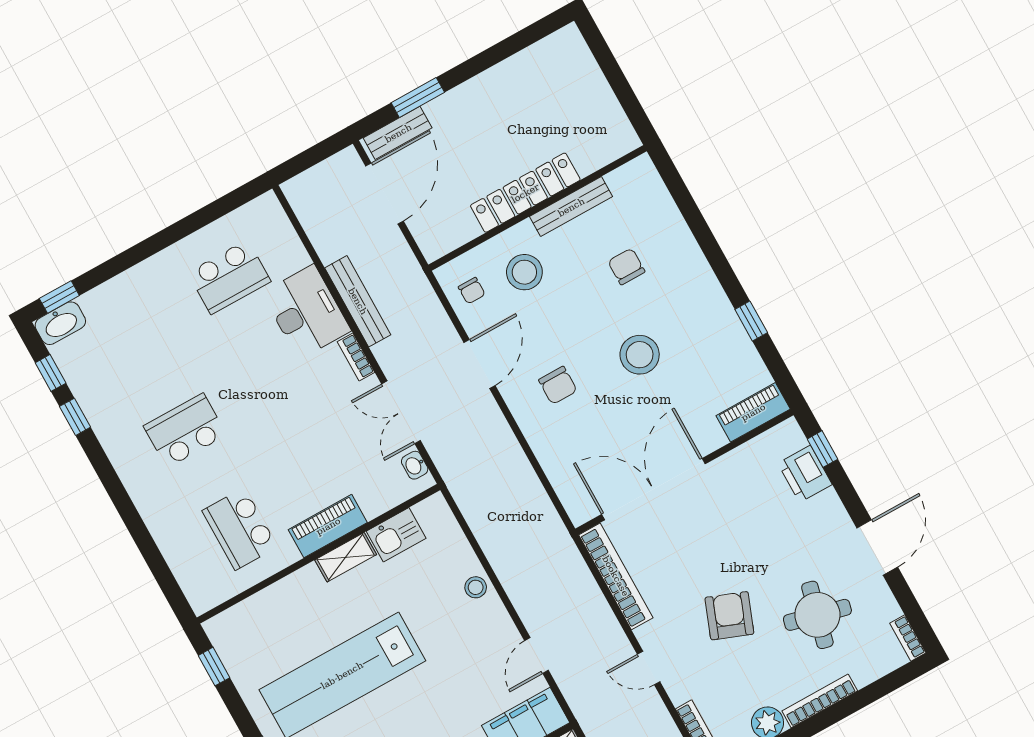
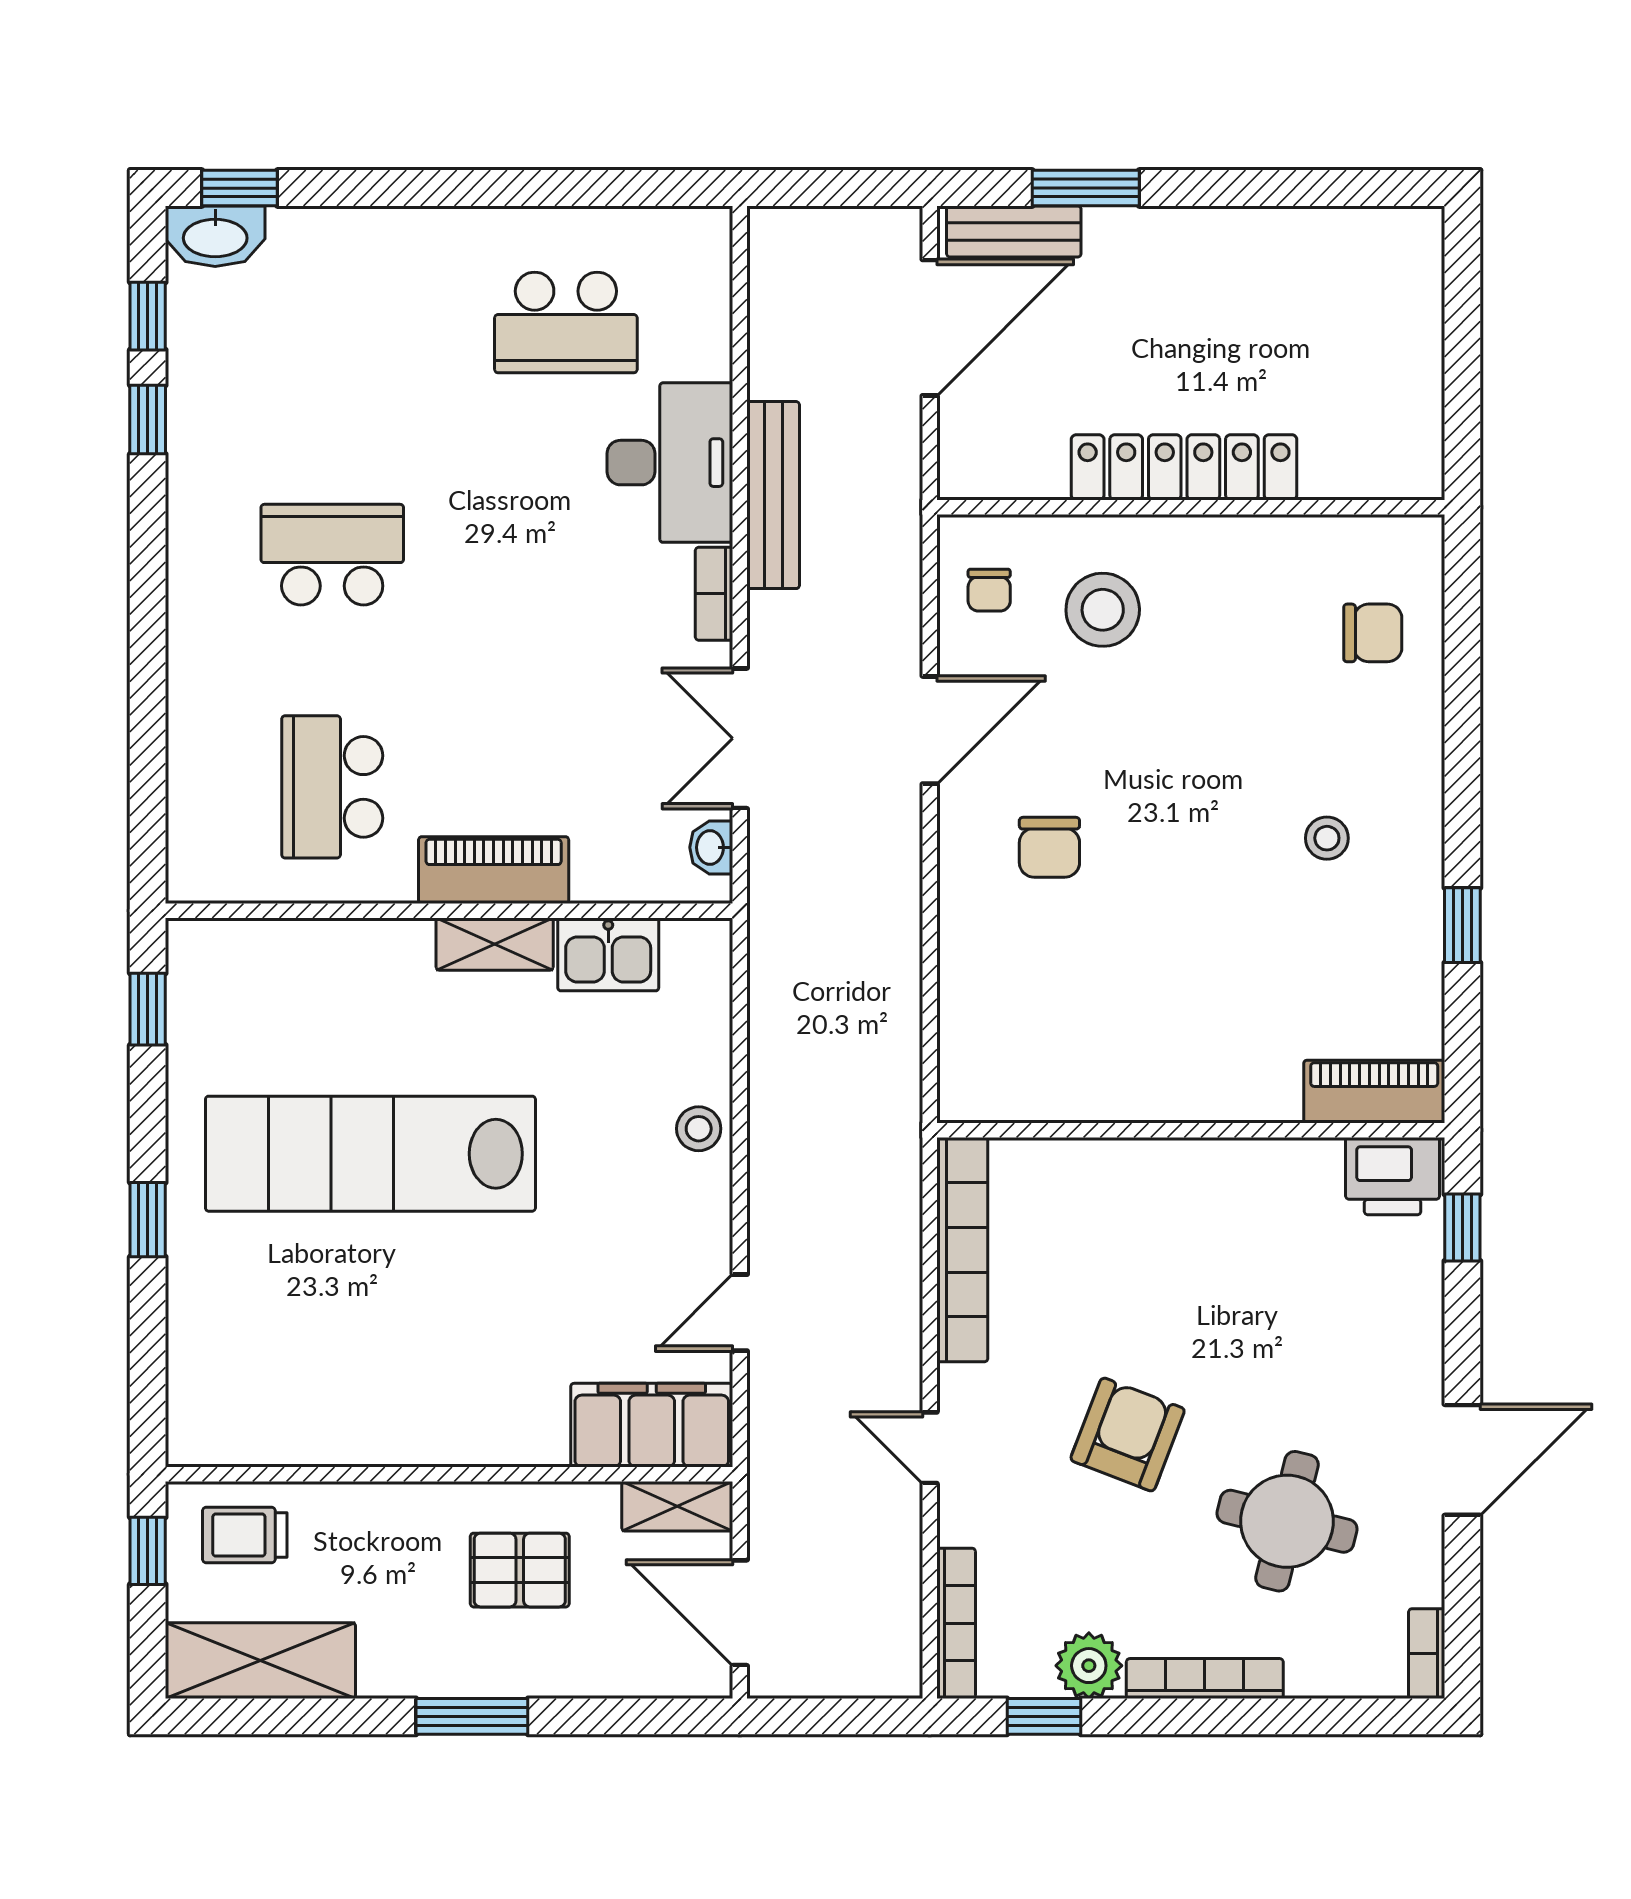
bench: (571, 207) -> (1253, 538), removed
chair: (626, 267) -> (1373, 633), moved, turned 90
stool: (640, 355) -> (1327, 838), moved, width x0.53, depth x0.53
printer: (805, 474) -> (1393, 1176), moved, turned -90
double door: (653, 489) -> (1118, 1130), removed

